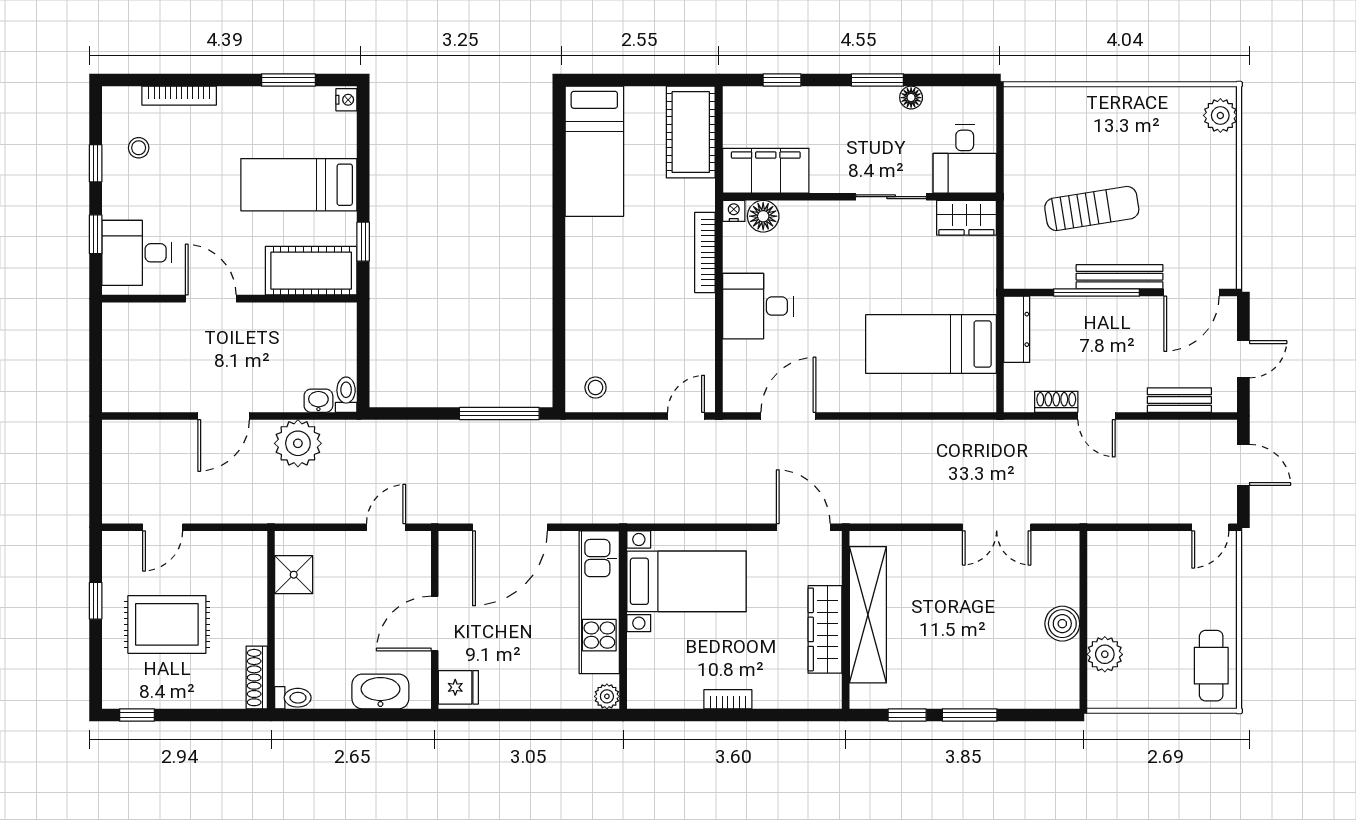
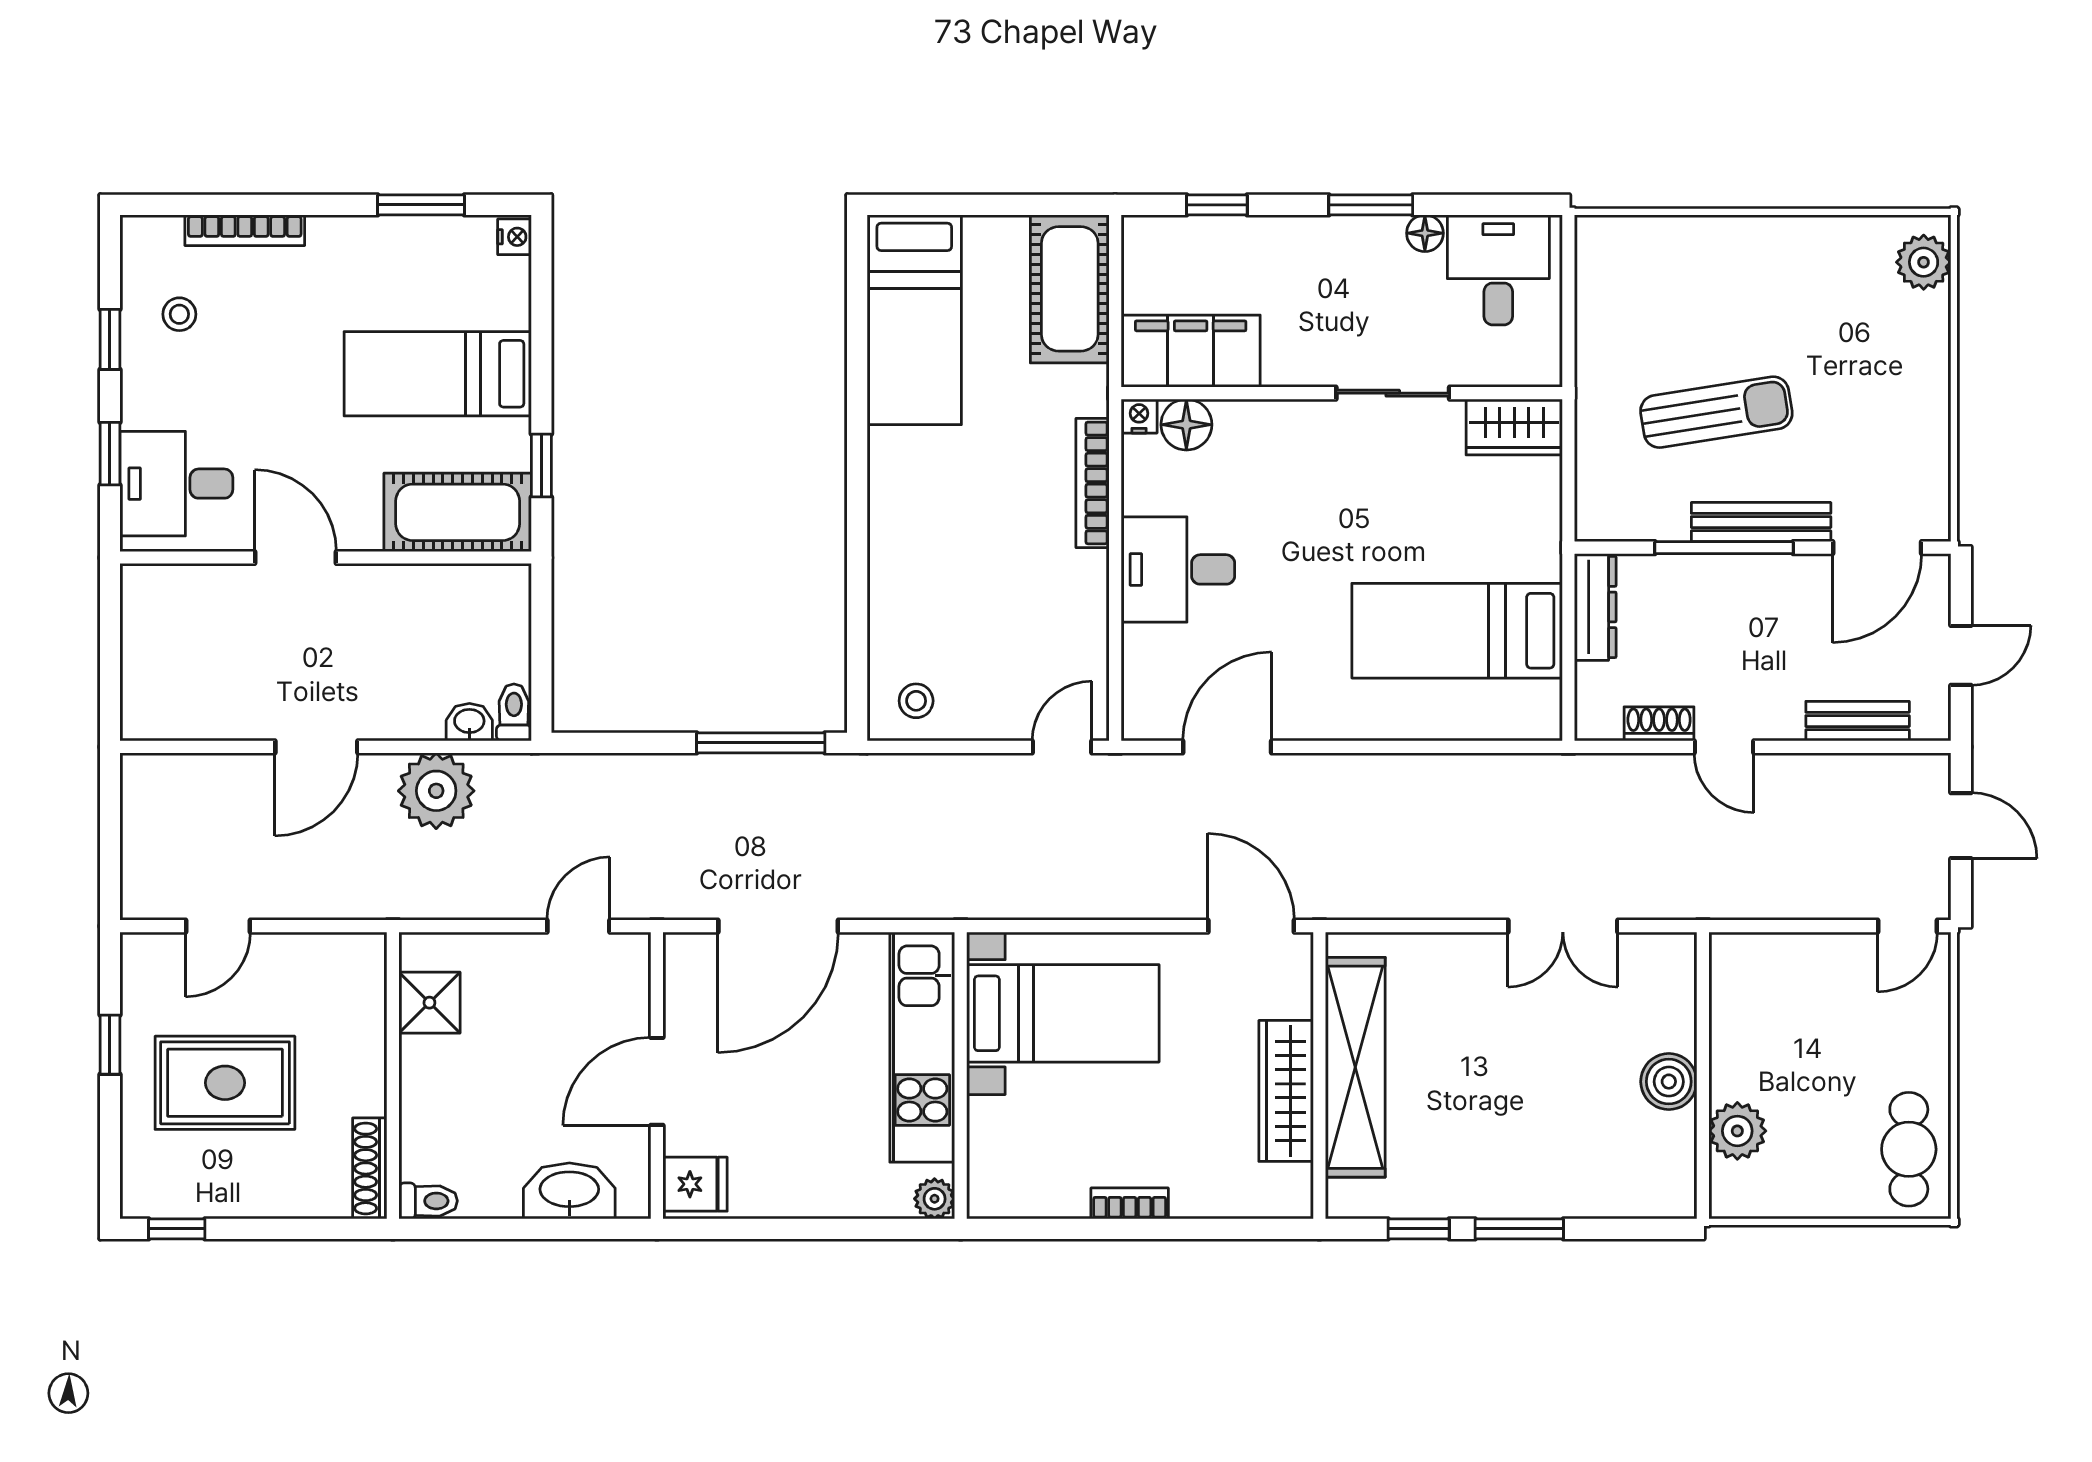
desk: (965, 159) -> (1498, 270), moved, turned 180

